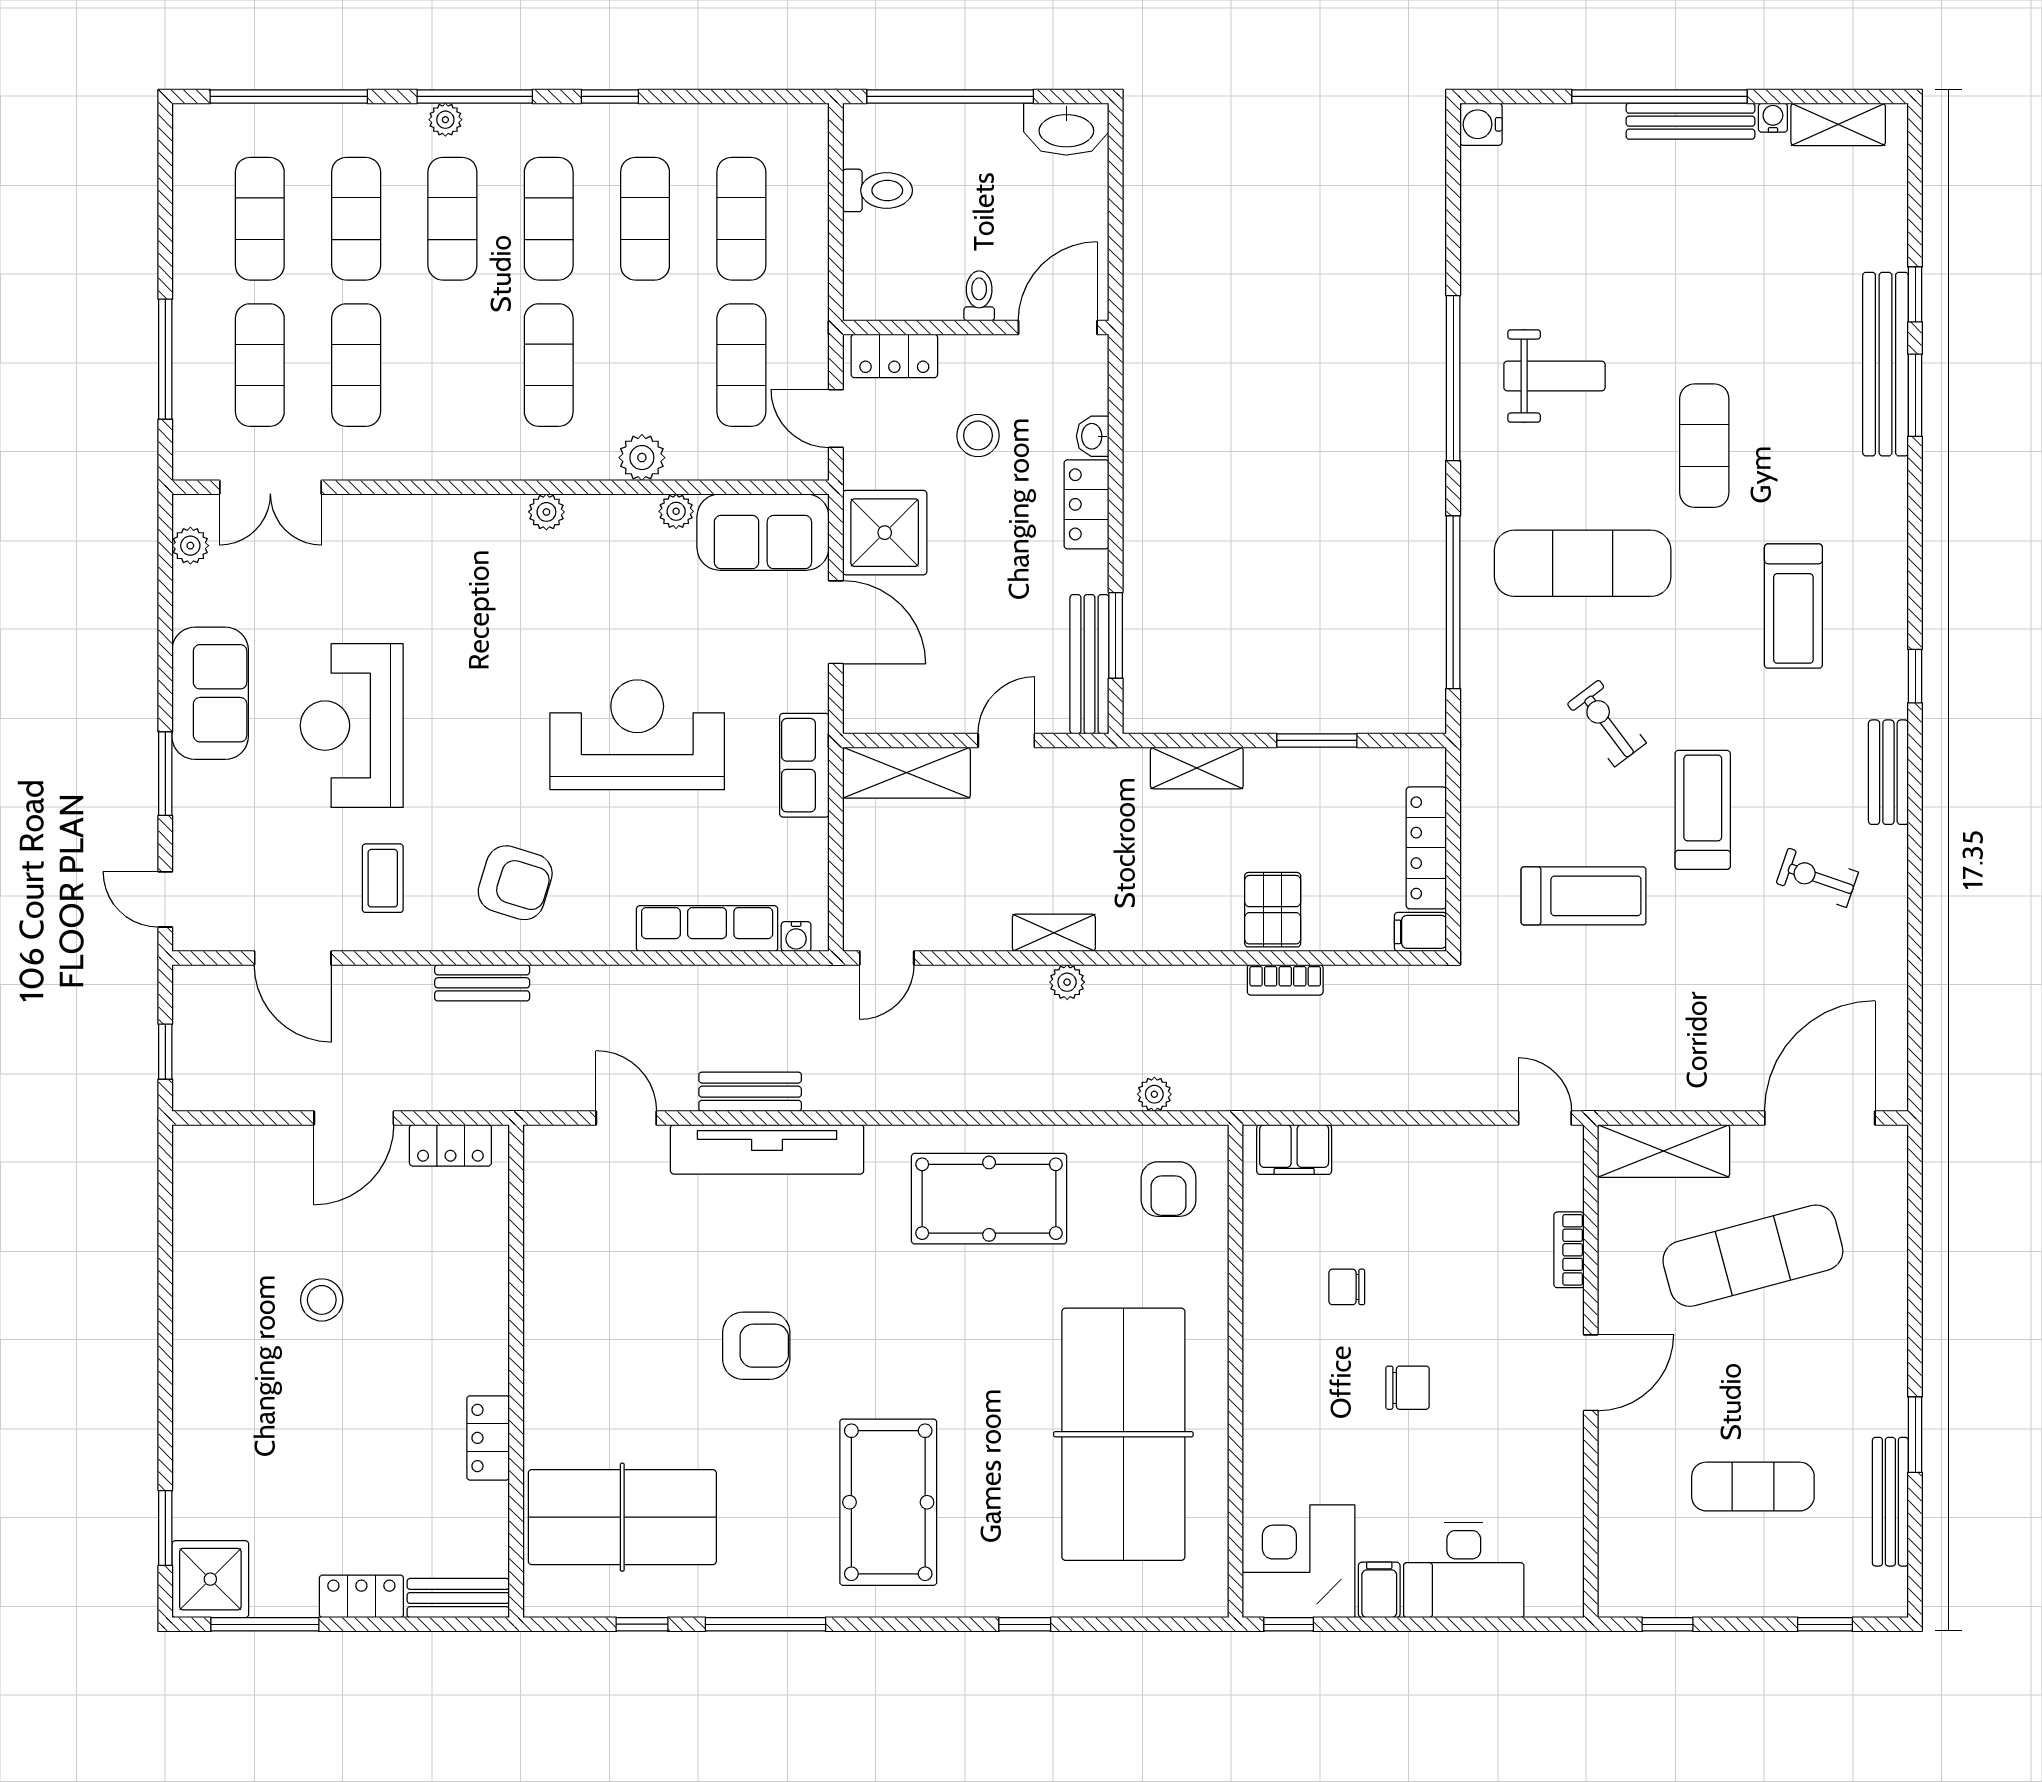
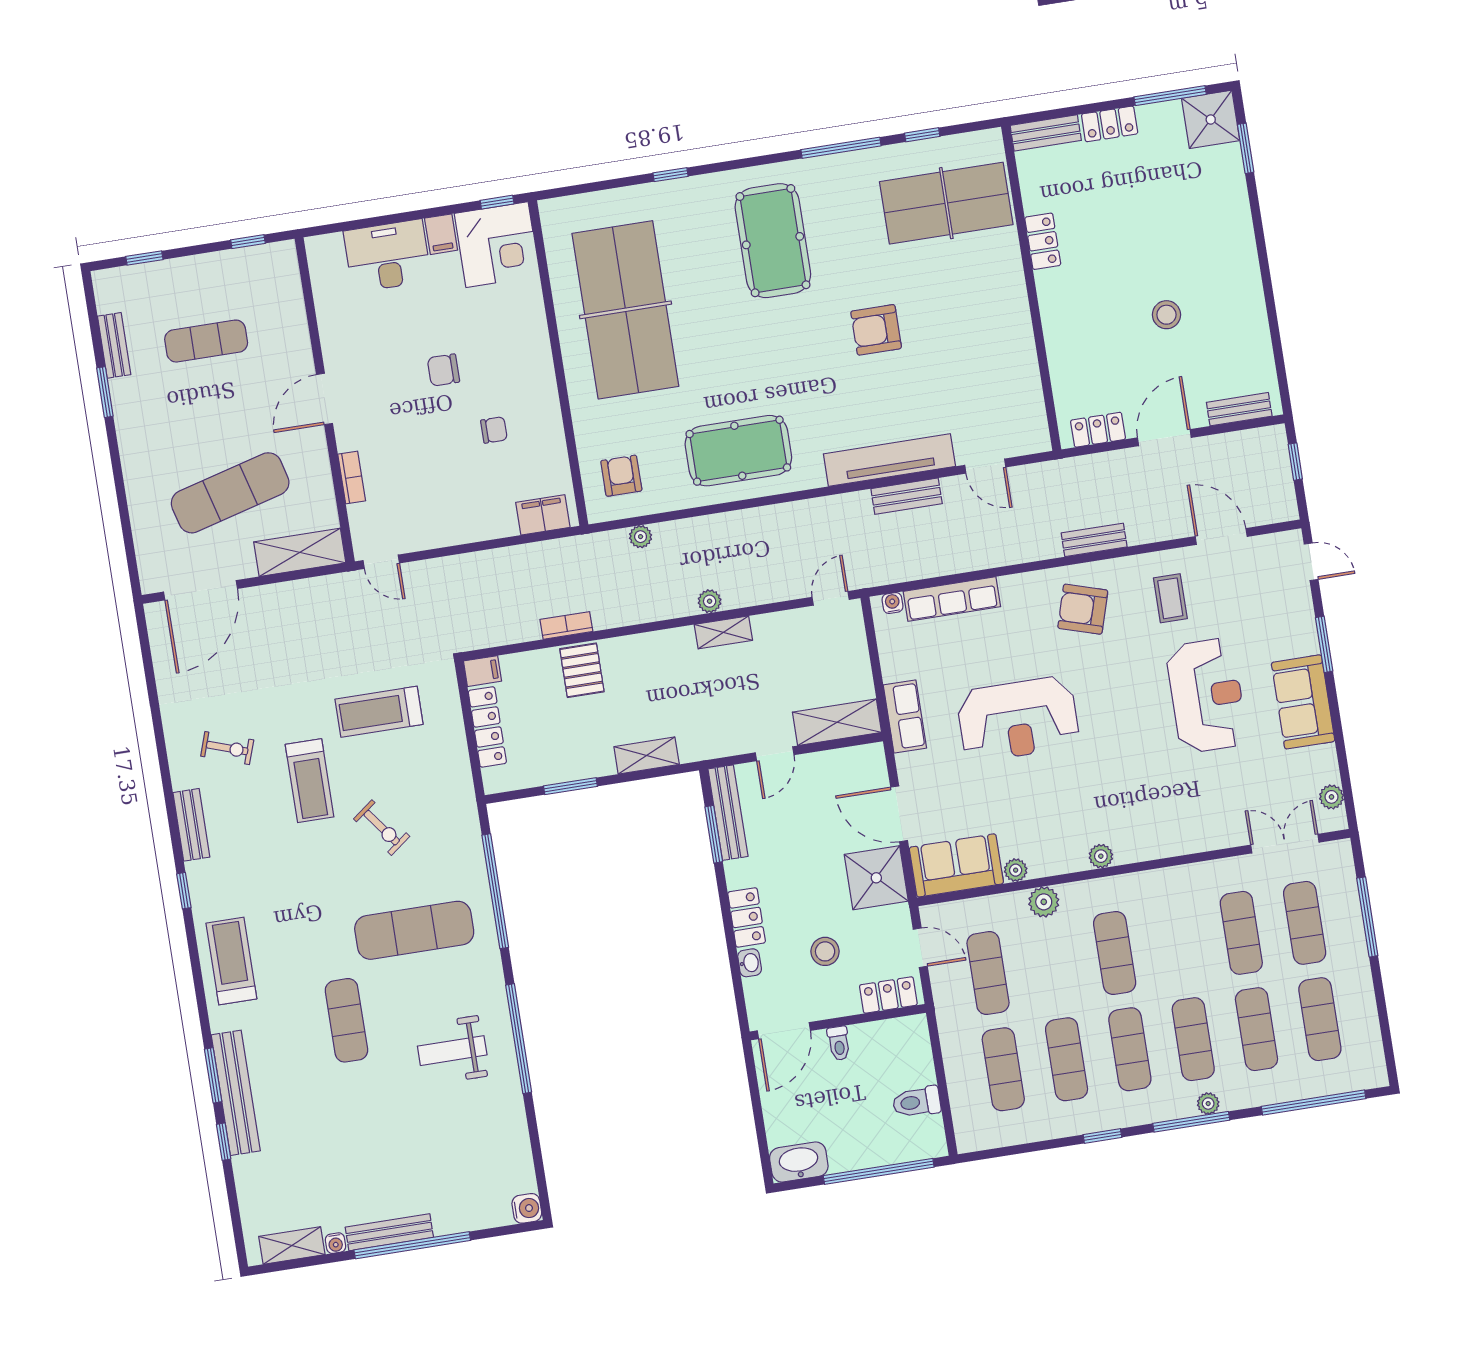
treadmill: (1793, 606) -> (231, 961), moved
bench: (236, 1143) -> (1239, 409), added
bench: (1890, 1502) -> (114, 345), width x0.73

